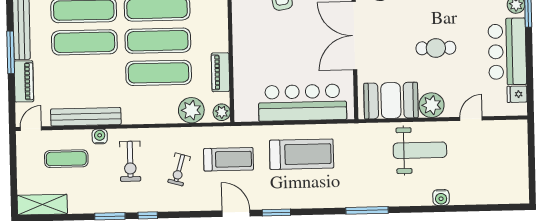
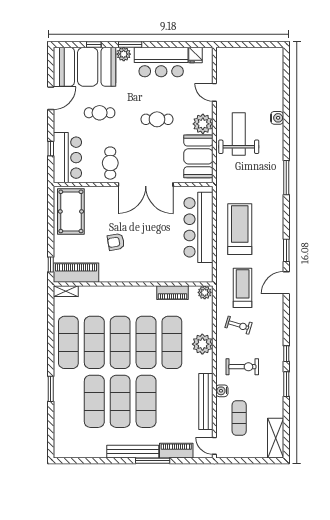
cafe table: (436, 48) -> (157, 119), turned 90
plant: (191, 110) -> (202, 344), moved
exercise bike: (179, 170) -> (239, 325), moved

